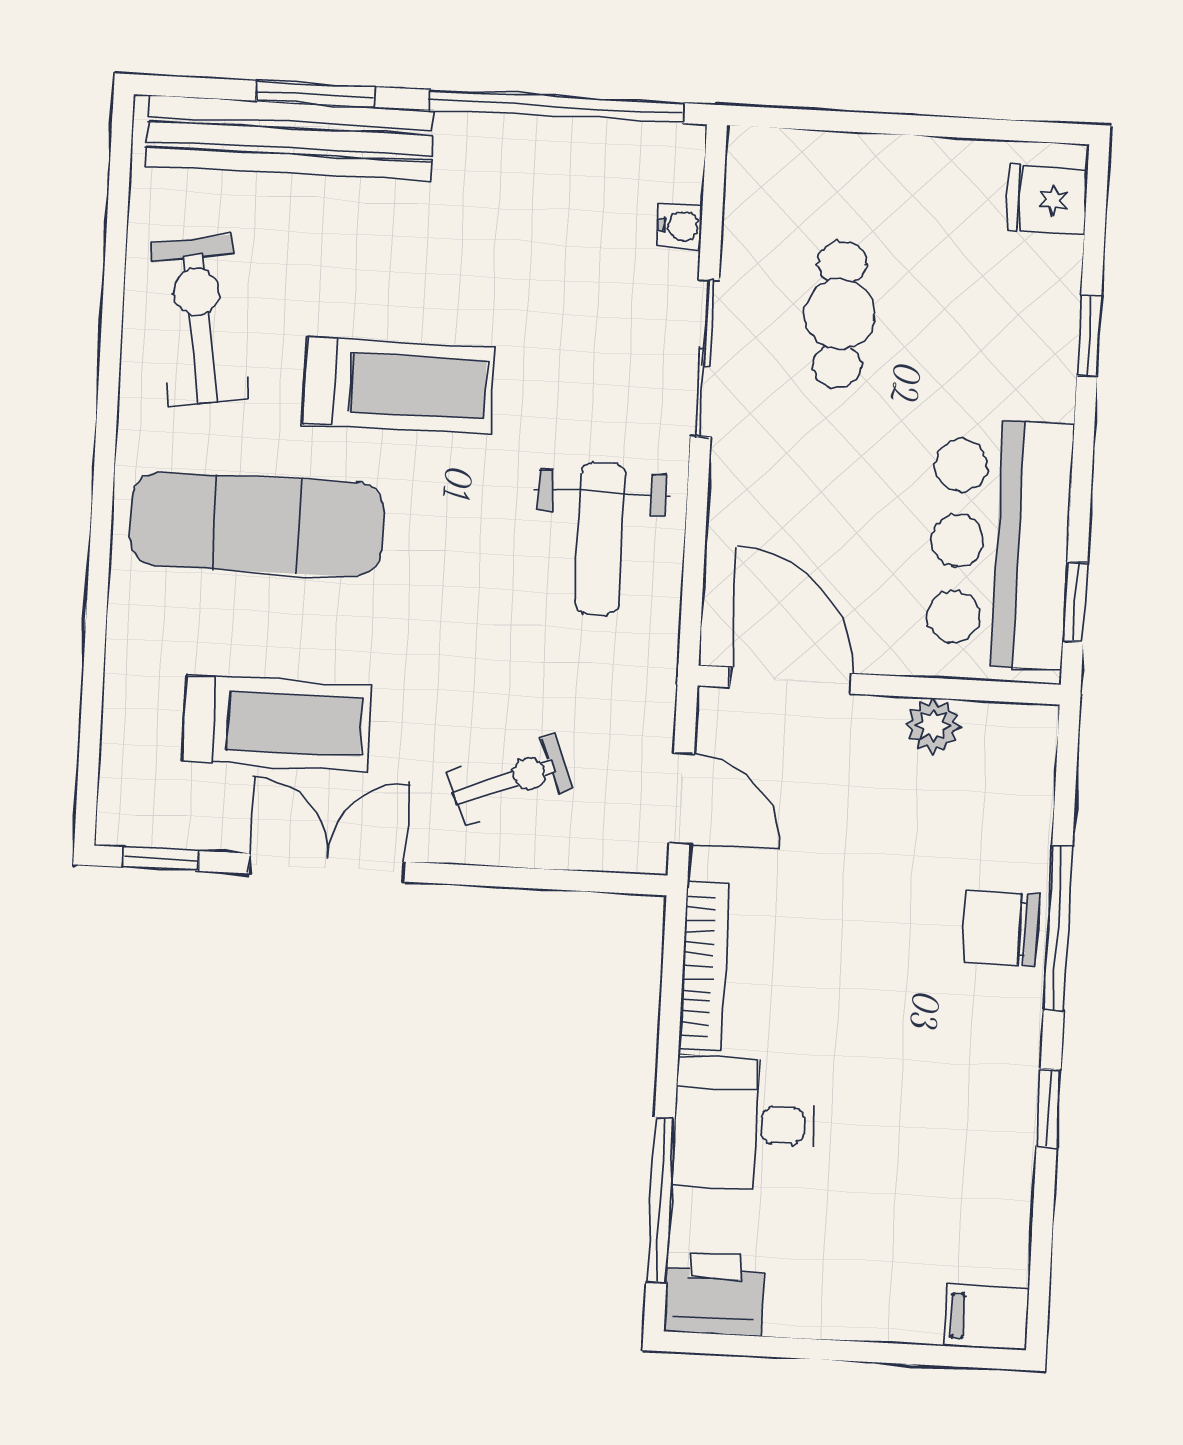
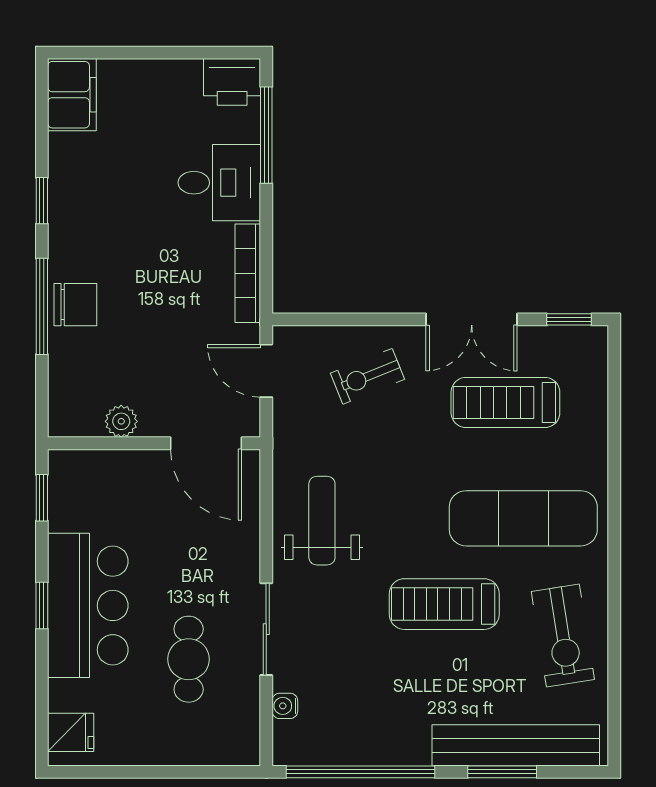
window: (1089, 335) -> (42, 606), moved
bar counter: (1000, 543) -> (88, 605), moved
filing cabinet: (986, 1317) -> (72, 95), width x2.00

